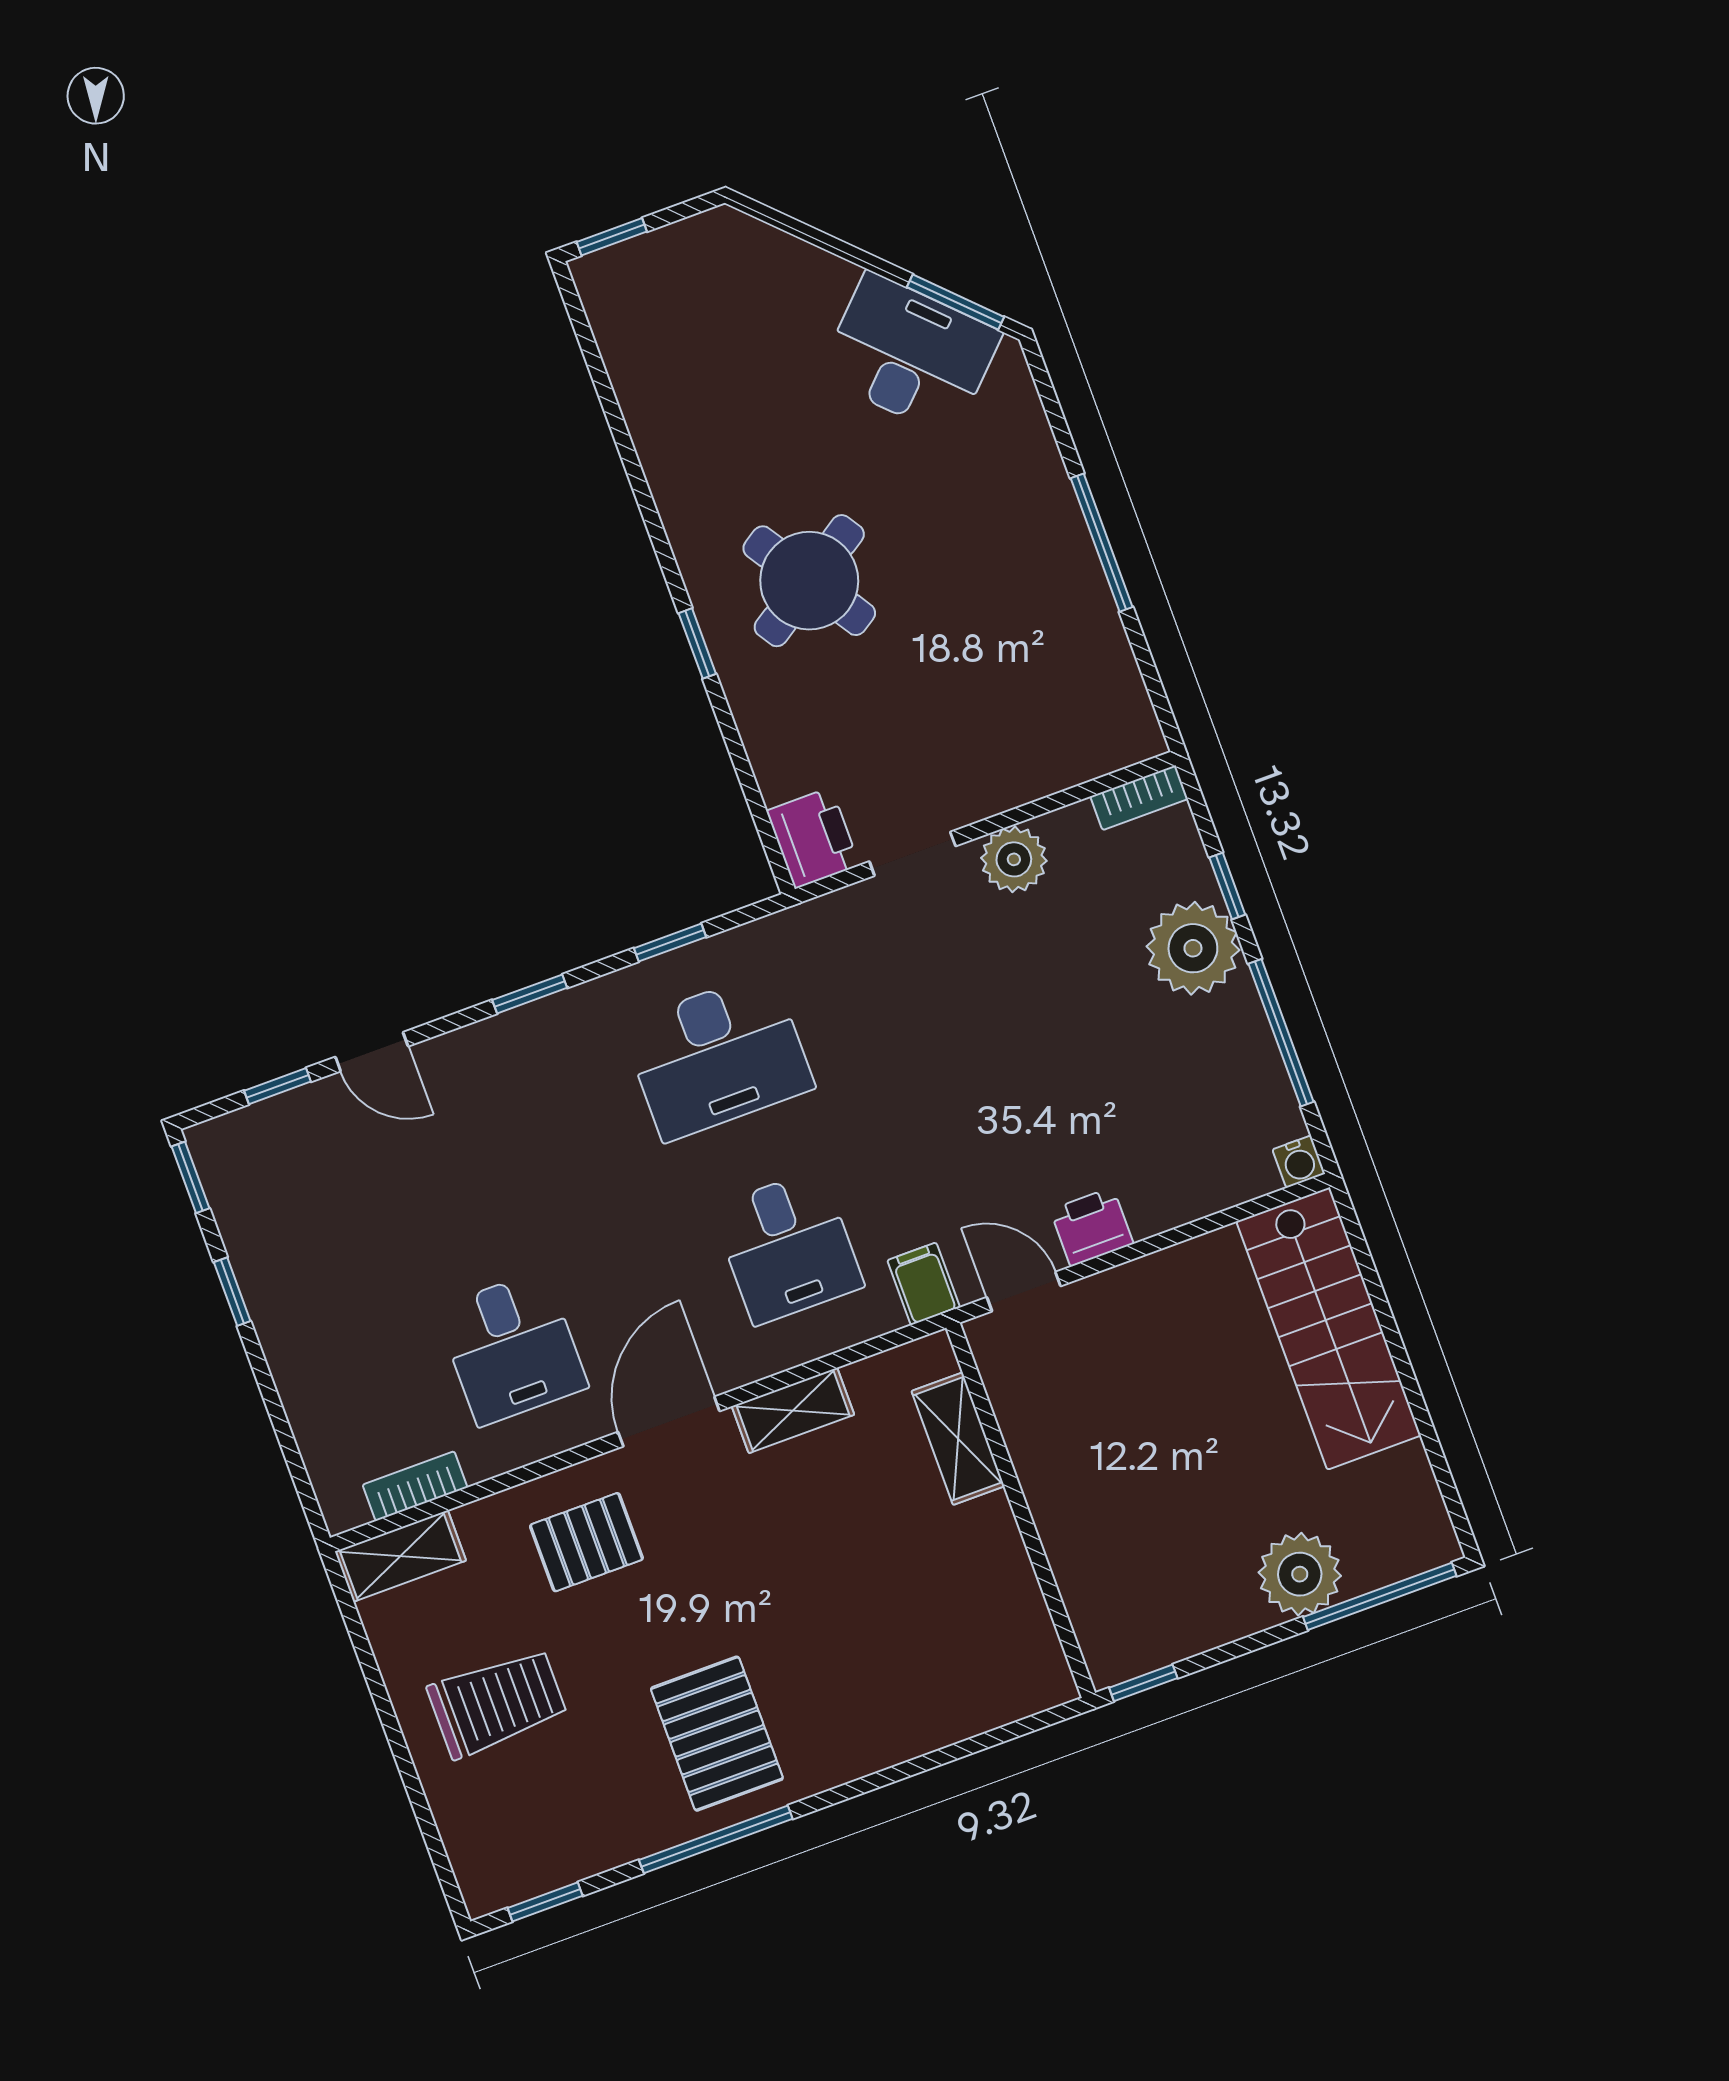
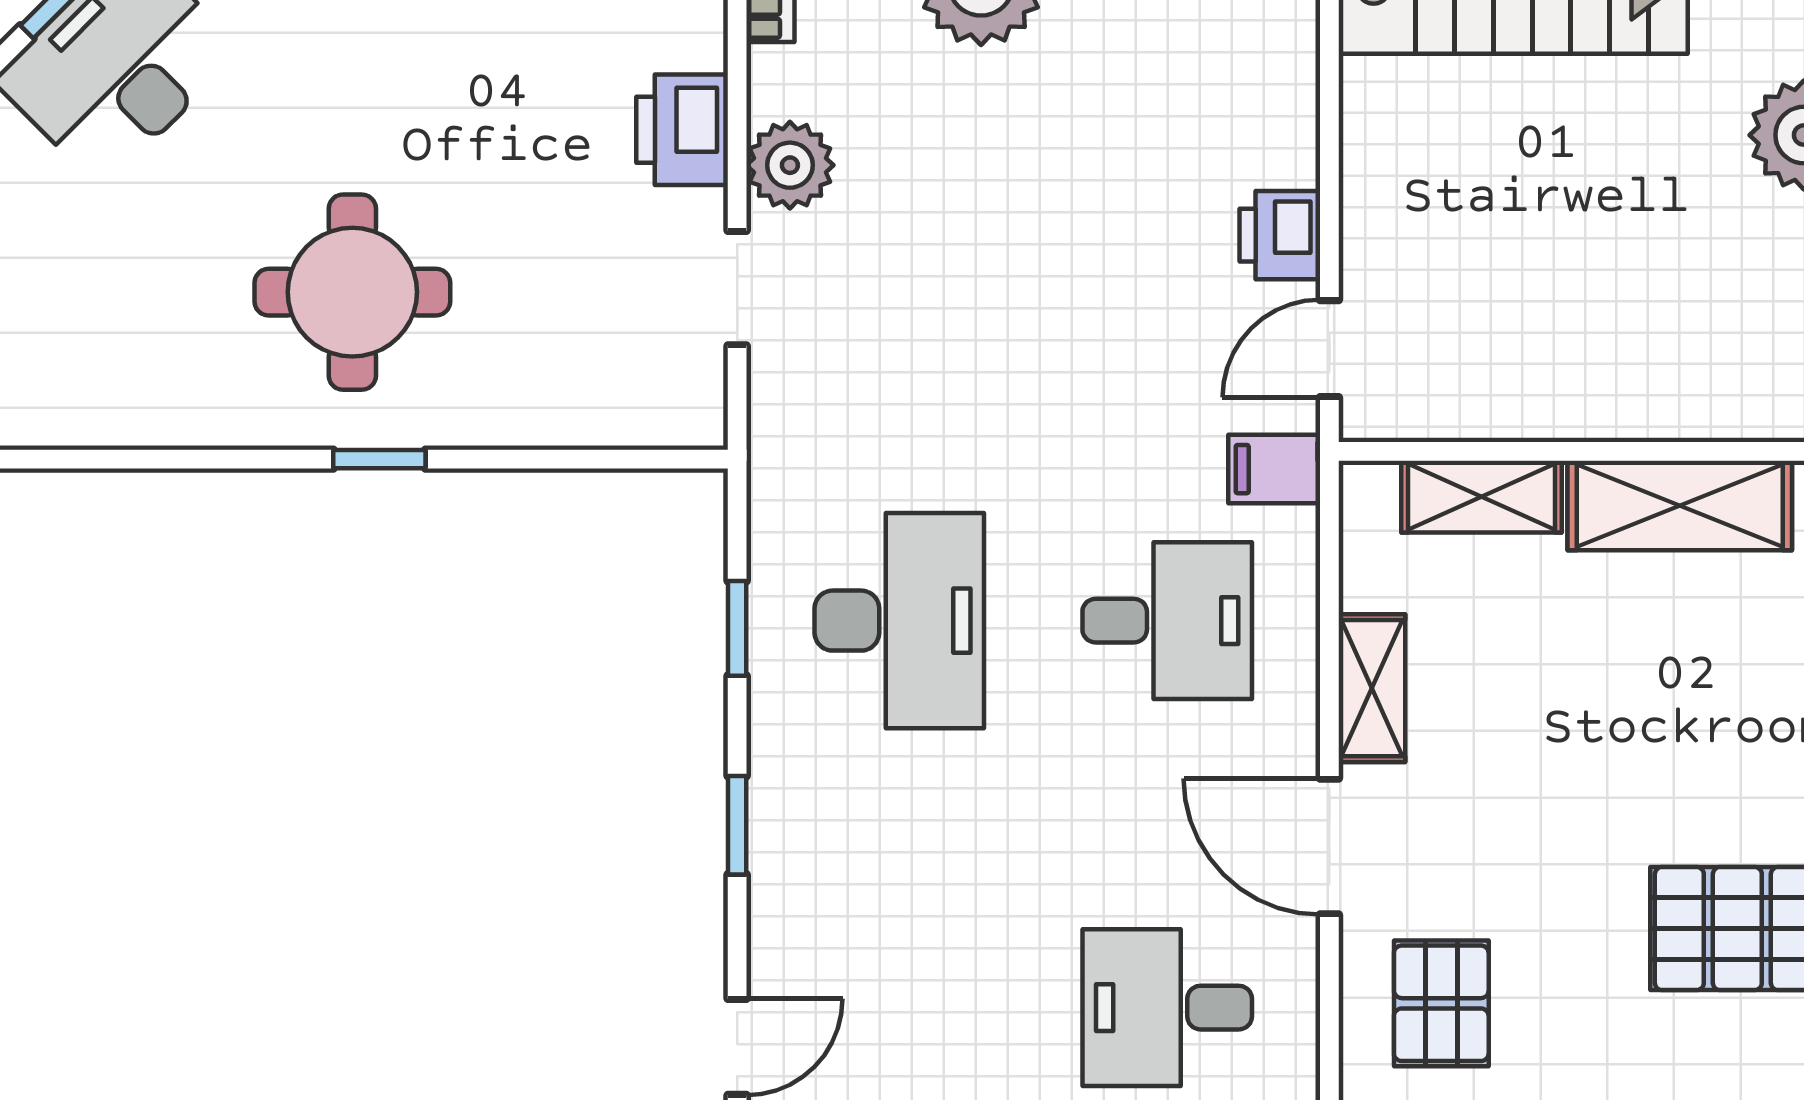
round table: (809, 581) -> (352, 292), turned 33
printer: (813, 838) -> (682, 130), moved, turned -90
desk: (512, 1348) -> (1167, 1008), turned 180
shelving: (1003, 1582) -> (1680, 505), added

